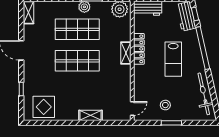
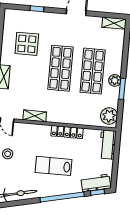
shelving: (126, 53) -> (35, 116), moved
display table: (44, 107) -> (27, 44), moved

